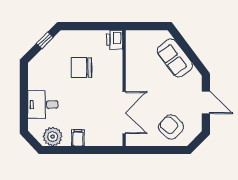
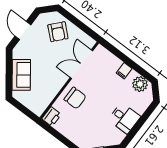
chair: (81, 67) -> (75, 98), moved
desk: (43, 105) -> (124, 118), moved

